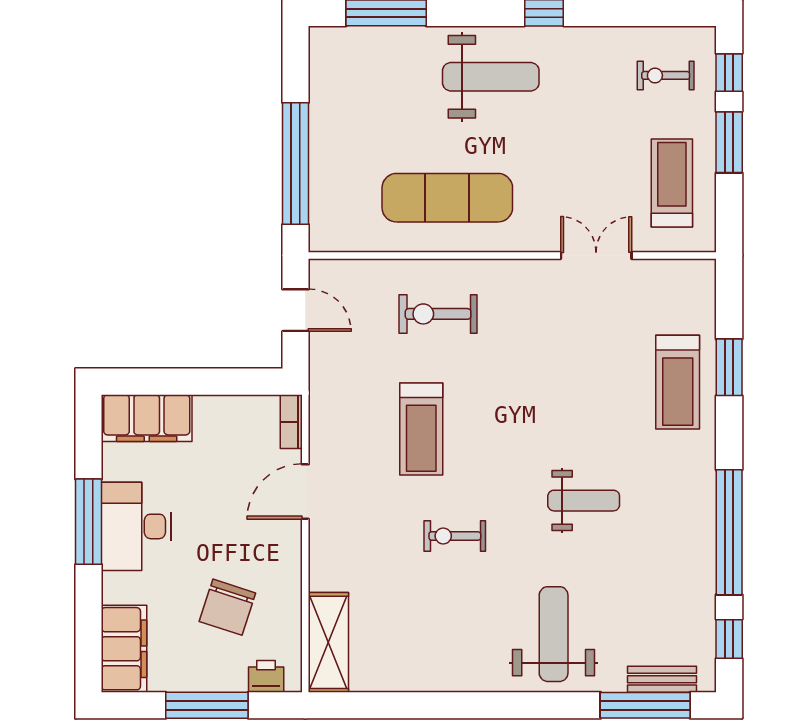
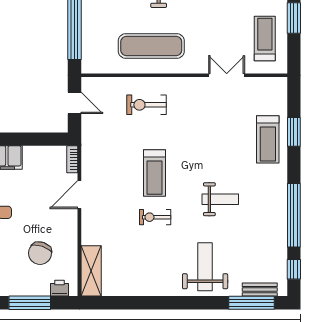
treadmill: (421, 429) -> (154, 173), moved

